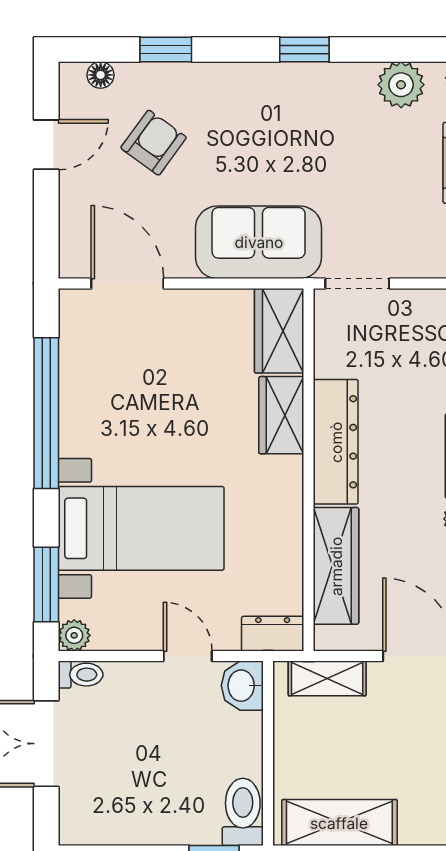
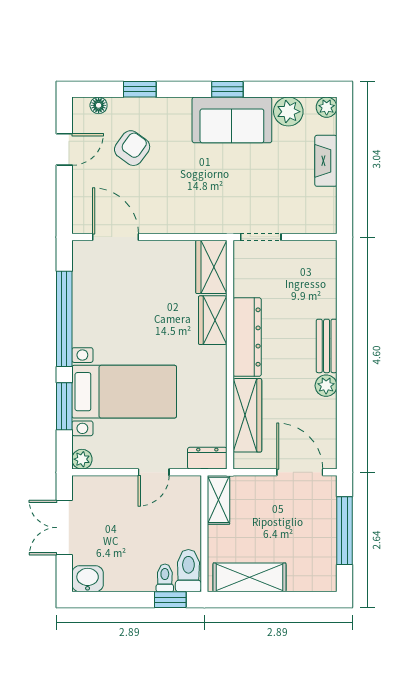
sofa: (259, 242) -> (232, 120), moved, turned 180
window: (46, 585) -> (64, 406), moved
door: (188, 656) -> (154, 472), swing flipped
toilet: (81, 675) -> (165, 578), moved, turned -90
shelving: (327, 678) -> (218, 500), moved, turned 90
washbasin: (242, 686) -> (88, 579), moved, turned 90

